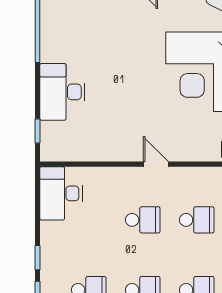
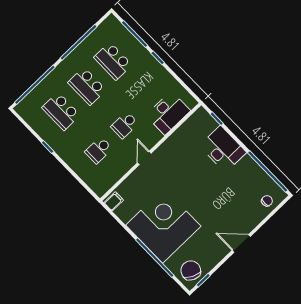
door: (156, 164) -> (144, 158), swing flipped
desk: (61, 193) -> (168, 113), moved, turned 90

